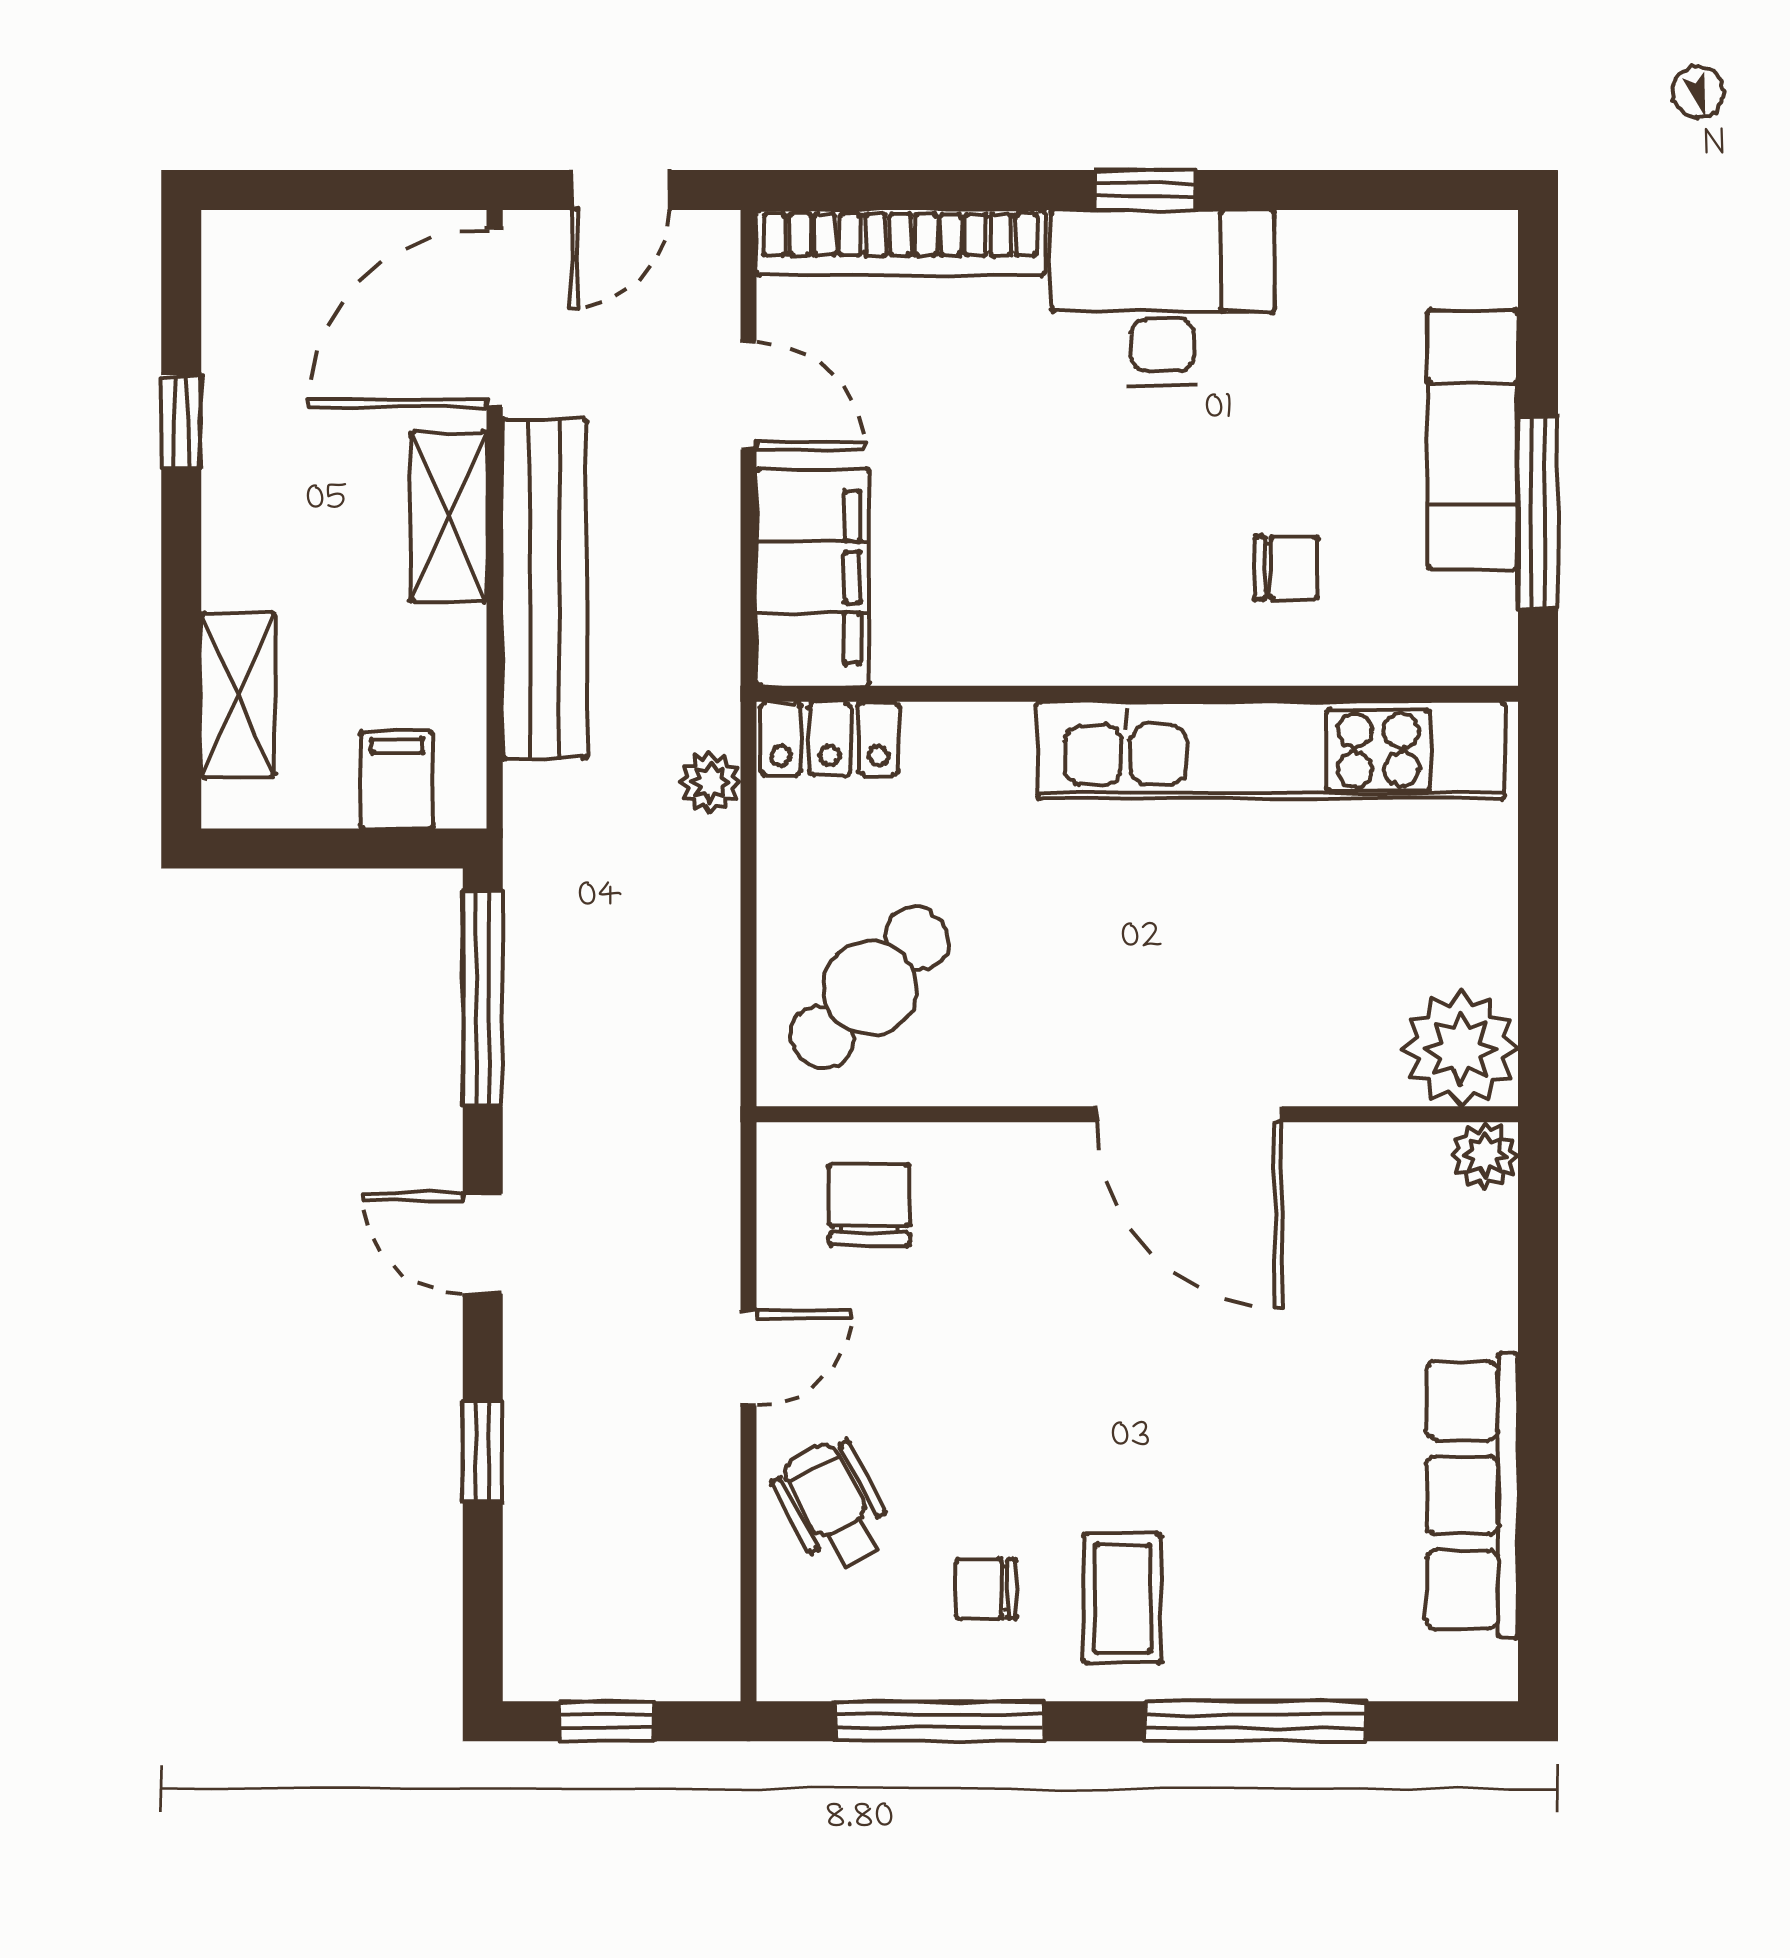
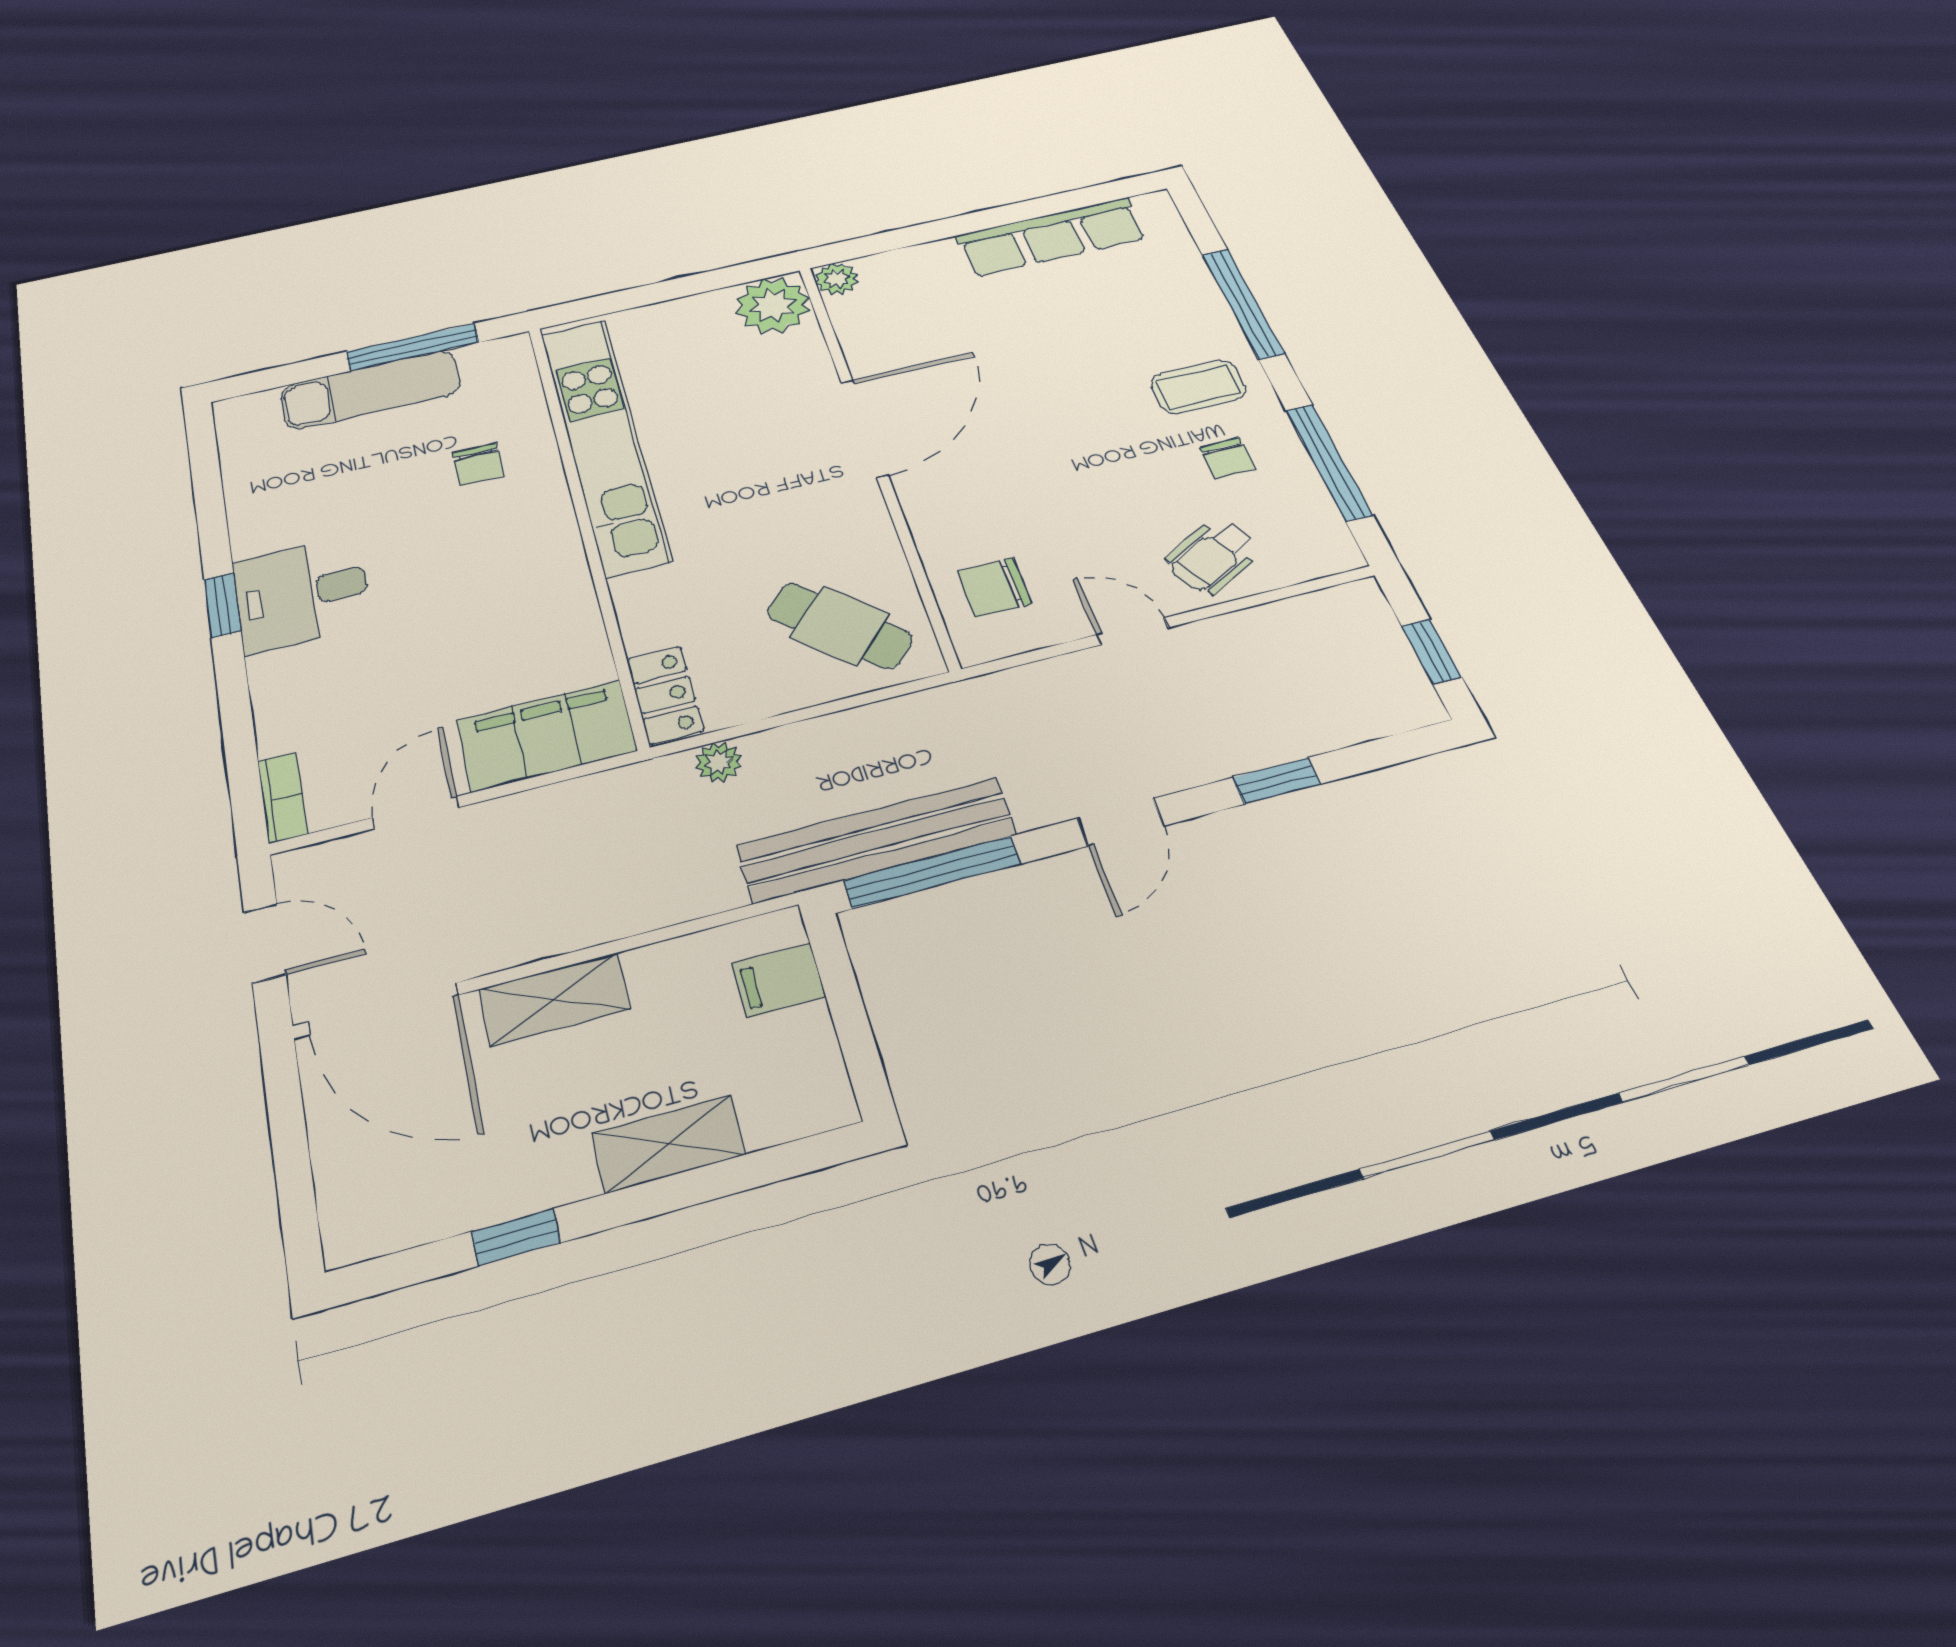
bookcase: (900, 243) -> (283, 798), width x0.43, depth x0.76
desk: (1163, 298) -> (302, 594), width x0.73
chair: (1286, 568) -> (478, 464), turned 180
bench: (545, 589) -> (876, 840), moved
shelving: (238, 695) -> (669, 1144), moved

